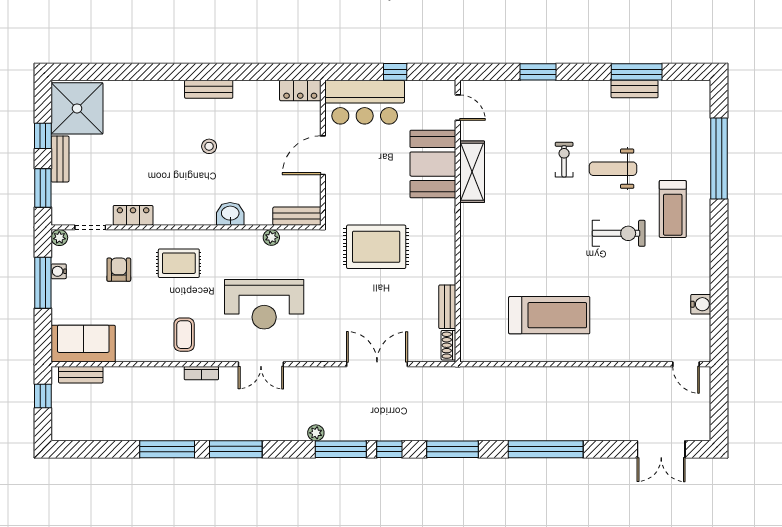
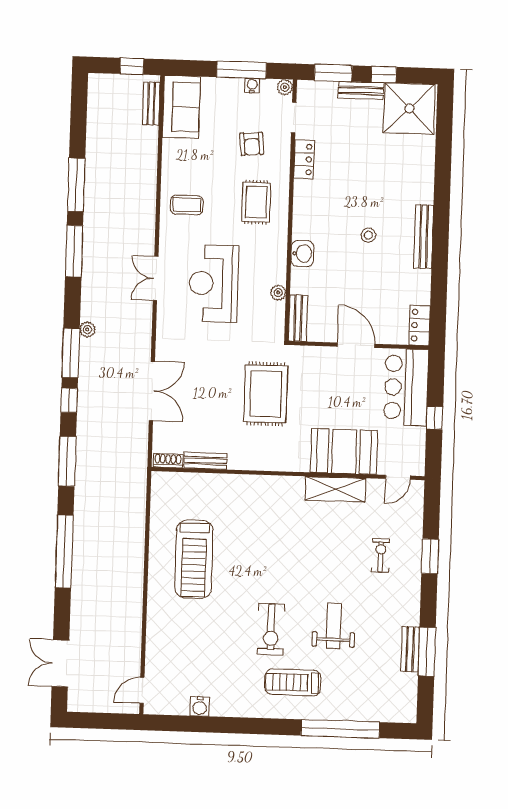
bench: (209, 89) -> (424, 237), width x1.36
exercise bike: (564, 160) -> (381, 555), moved, turned -90
armchair: (119, 270) -> (252, 144), turned 85
bookcase: (201, 373) -> (149, 220), removed

